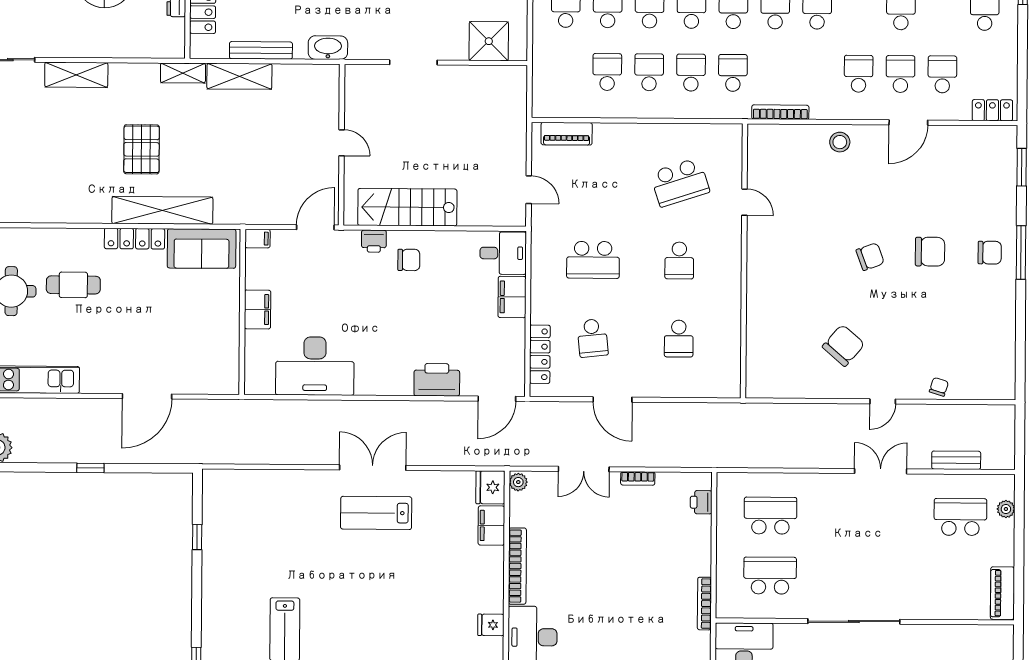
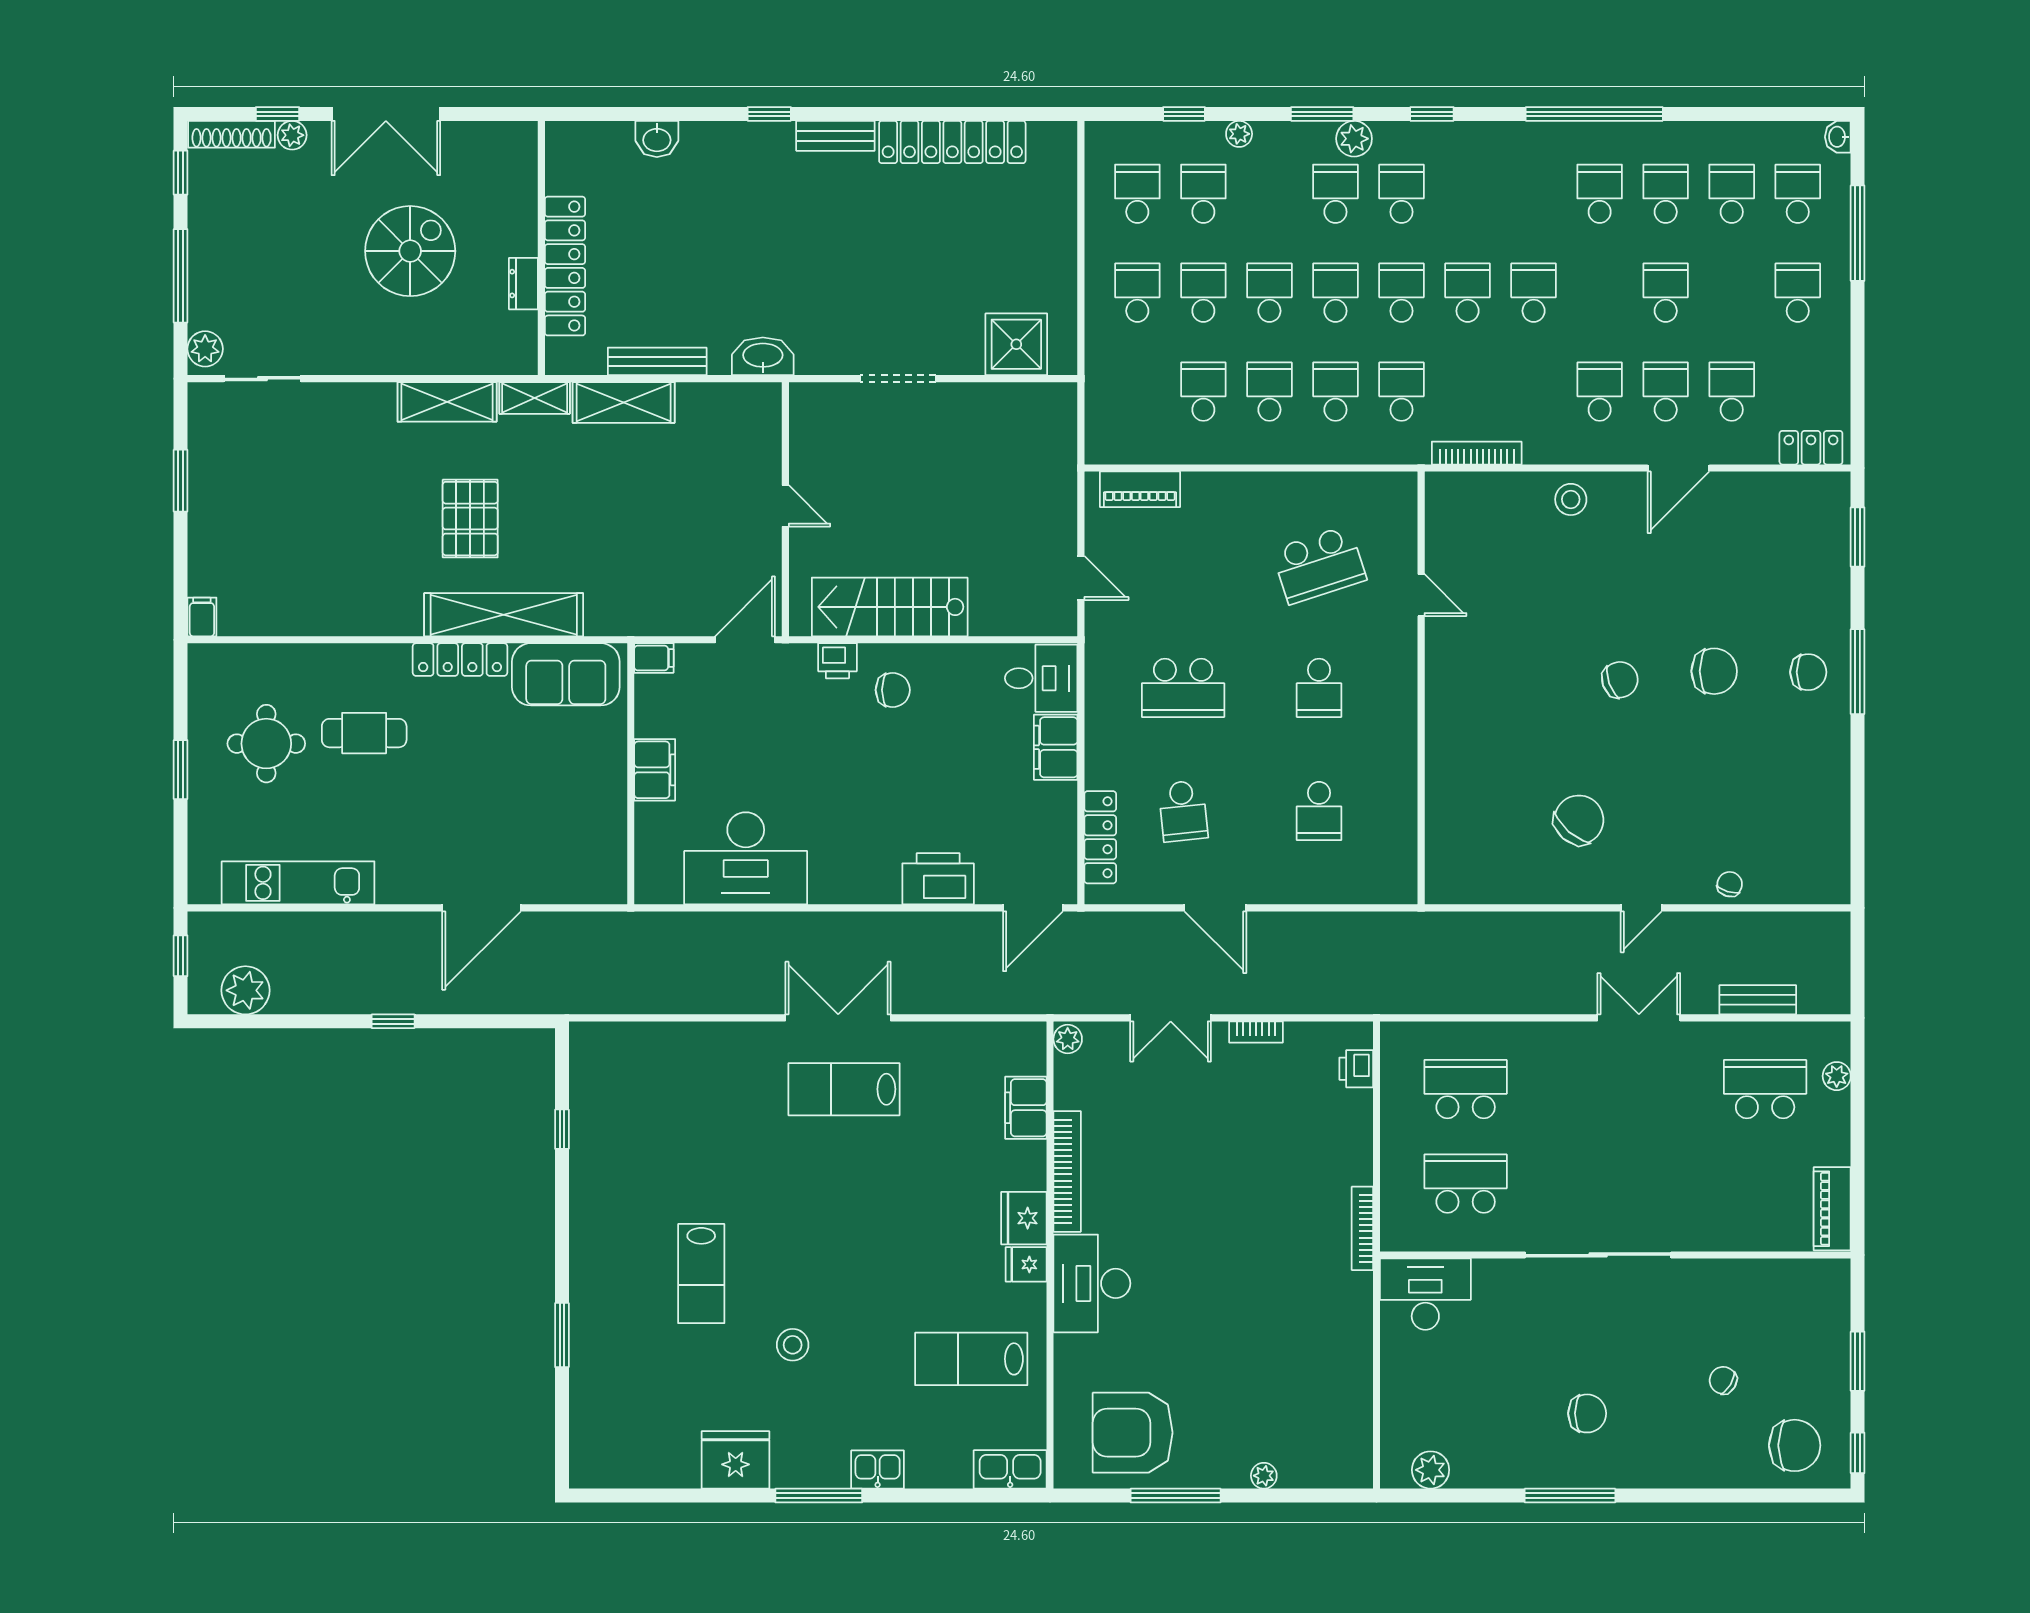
shelving: (76, 75) -> (447, 402), moved
fridge: (490, 487) -> (1024, 1218), moved

